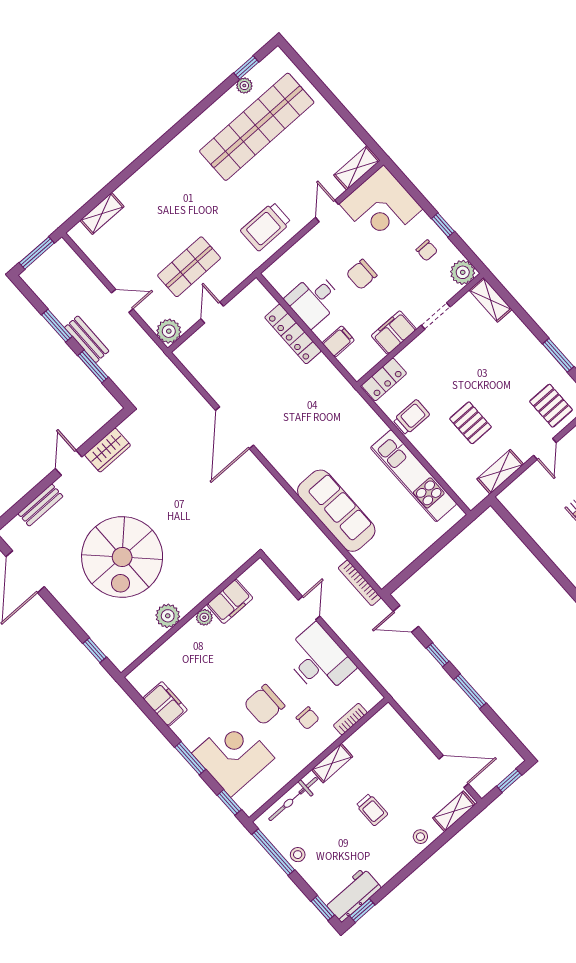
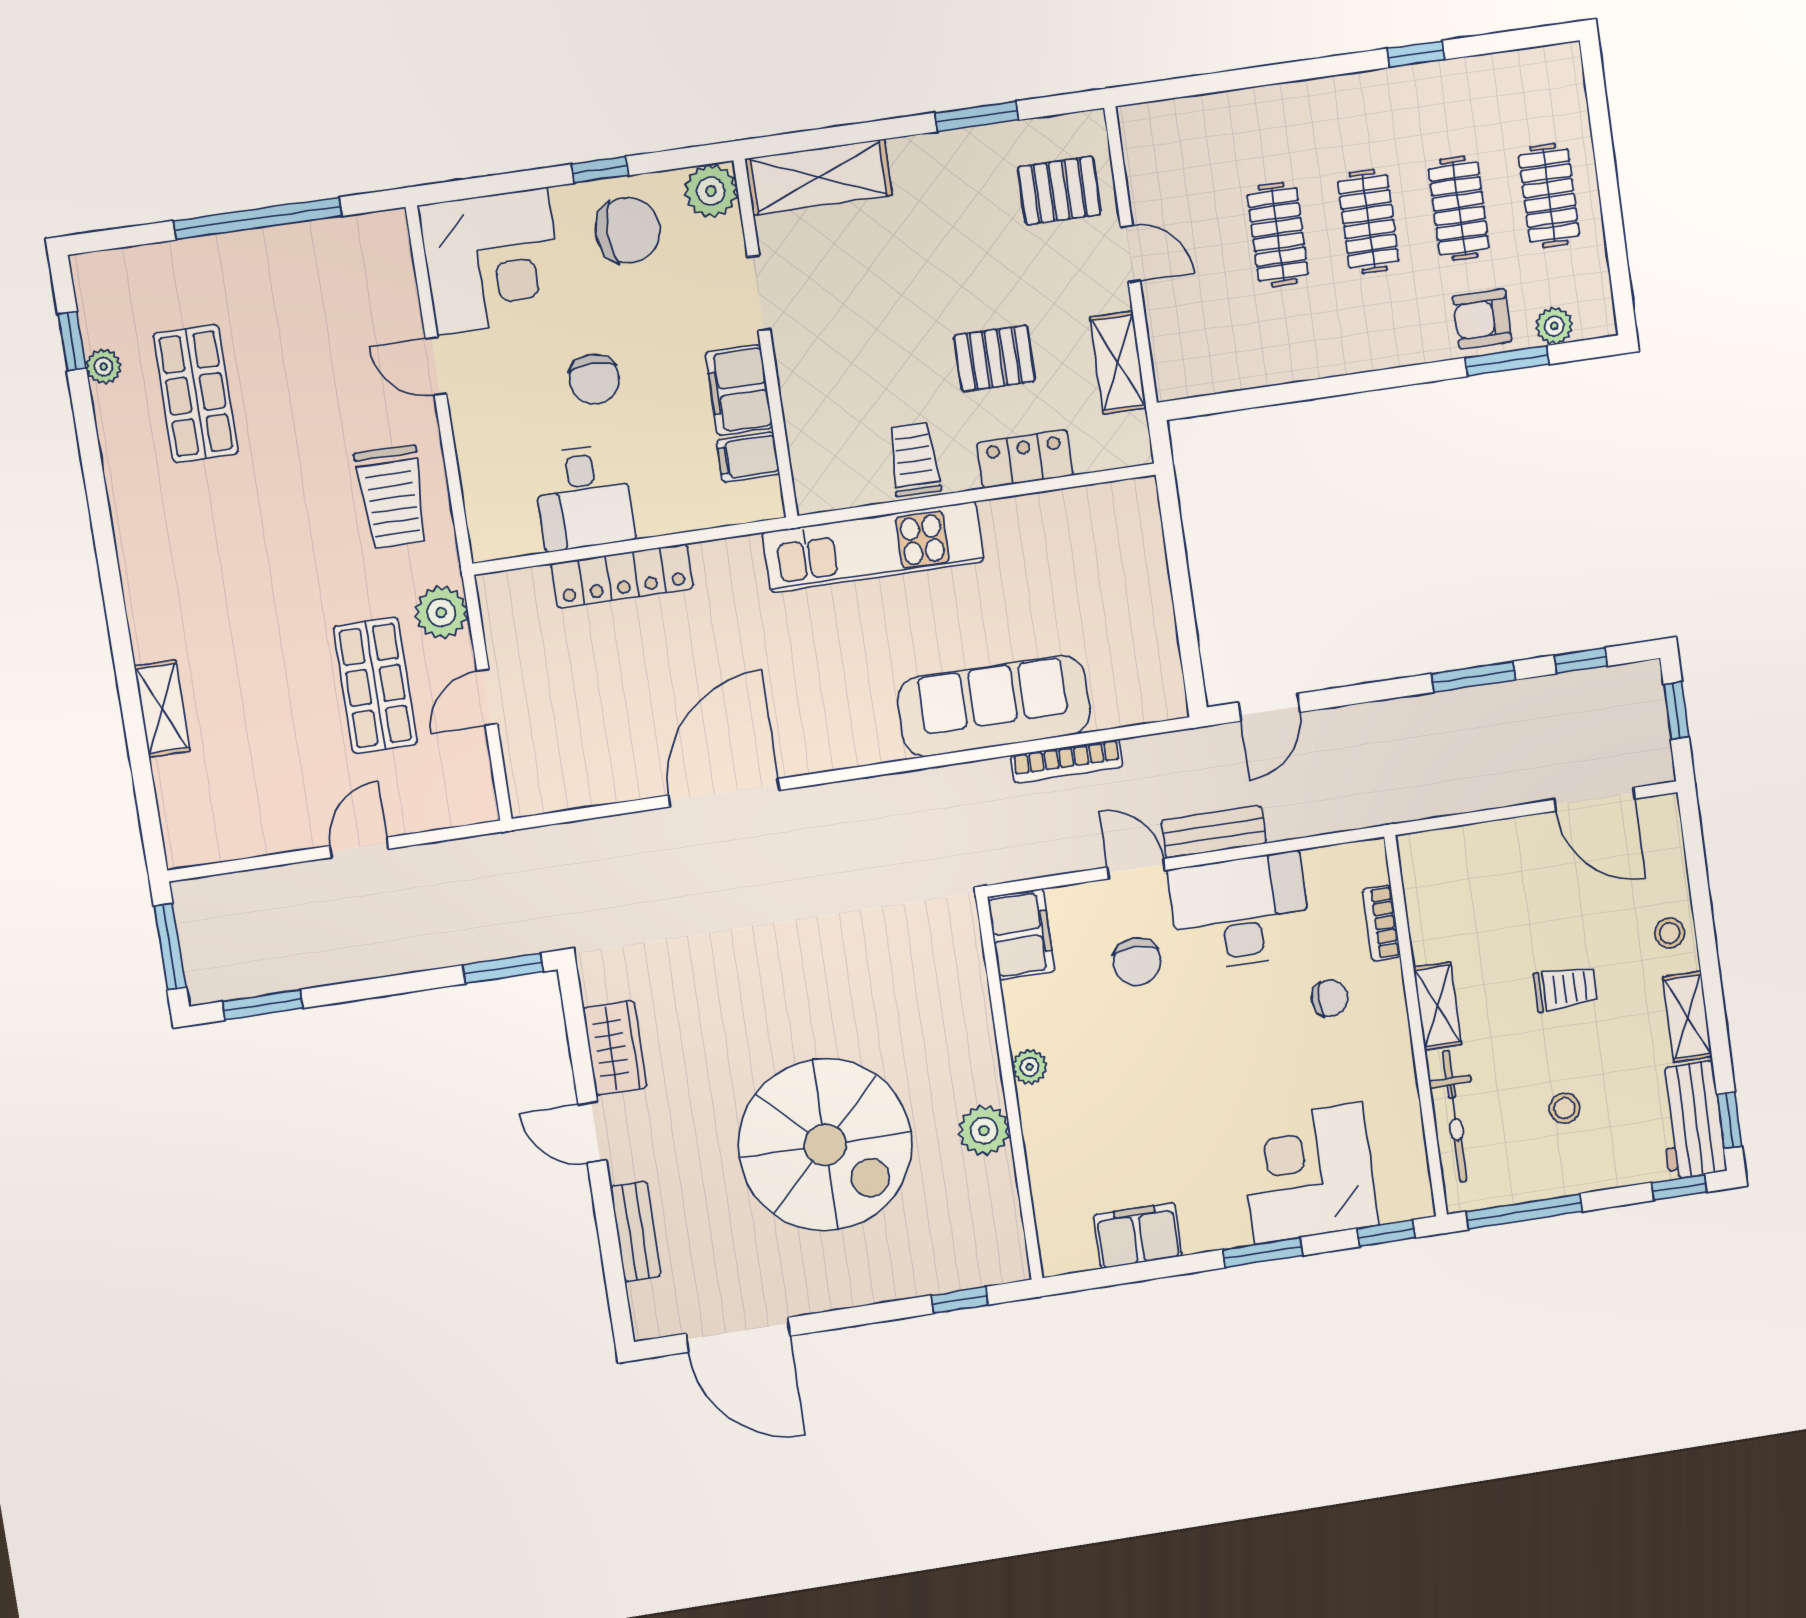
window: (339, 108) -> (258, 218), added
shop shelf: (257, 127) -> (196, 394), width x0.50, depth x0.74
shelving: (357, 168) -> (391, 259), removed
shelving: (102, 214) -> (162, 709), moved
chair: (427, 250) -> (628, 230), width x1.87, depth x1.87
shelving: (490, 300) -> (819, 177), width x1.50, depth x1.33
door: (212, 312) -> (487, 697), hinge flipped
window: (57, 326) -> (263, 1005), moved
plant: (169, 331) -> (441, 613), moved
bench: (87, 339) -> (1214, 832), moved
filing cabinet: (338, 342) -> (748, 457), moved, turned -90
window: (93, 366) -> (503, 968), moved
locker: (384, 379) -> (1025, 459), moved, turned -90
door: (235, 428) -> (724, 793), swing flipped
kitchen unit: (414, 476) -> (873, 547), moved
bookcase: (360, 583) -> (1067, 761), moved
filing cabinet: (230, 601) -> (1021, 934), moved
window: (438, 655) -> (1581, 661), moved
chair: (264, 705) -> (1137, 962), moved, width x0.73, depth x0.73
door: (454, 771) -> (1595, 799), swing flipped
shelving: (454, 811) -> (1687, 1017), moved
stool: (298, 855) -> (1565, 1108), moved

